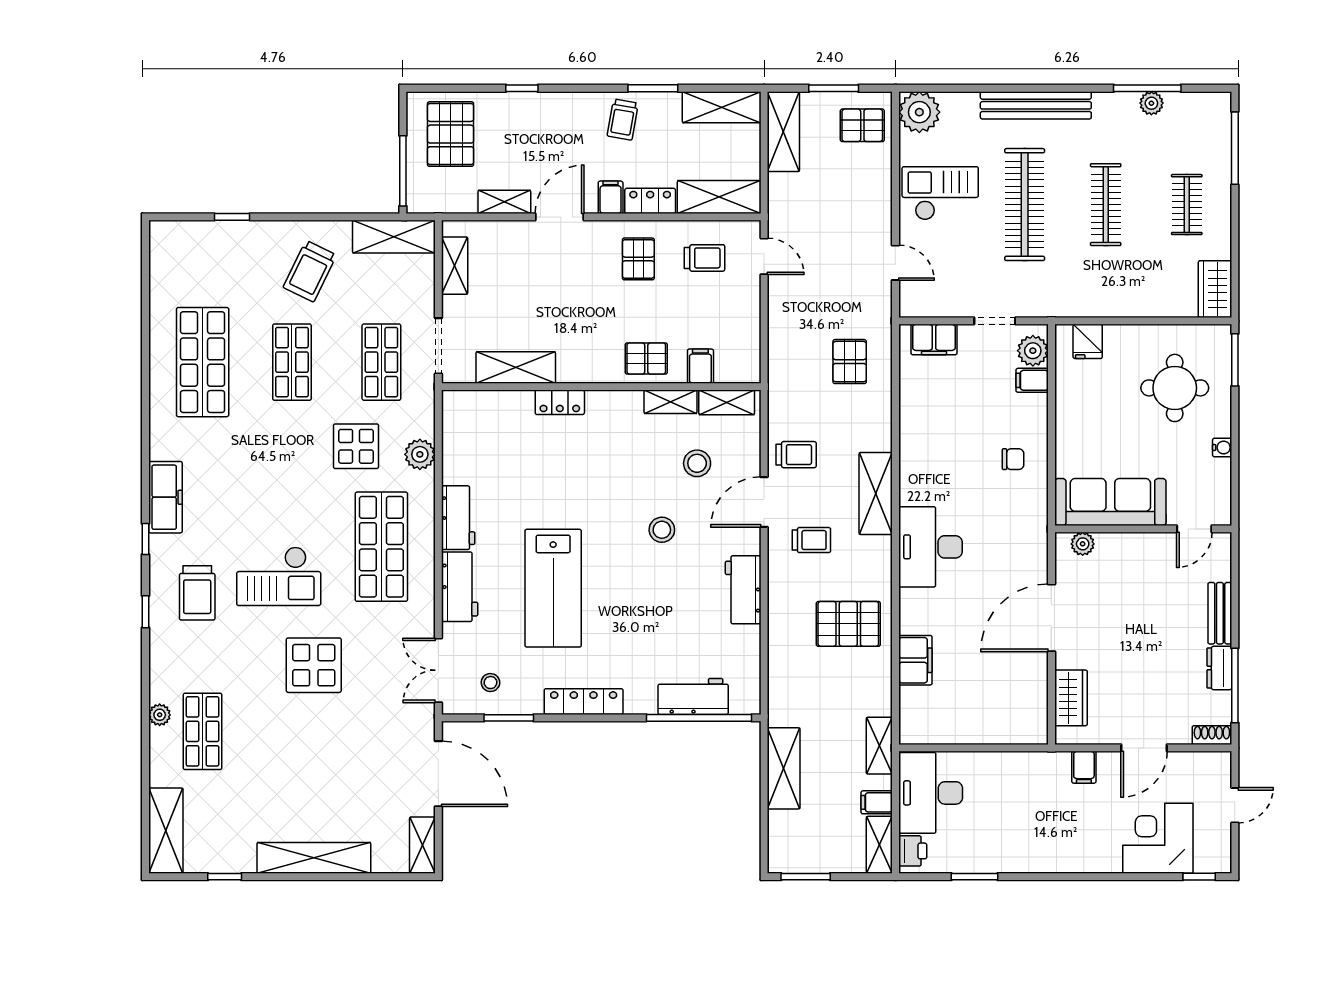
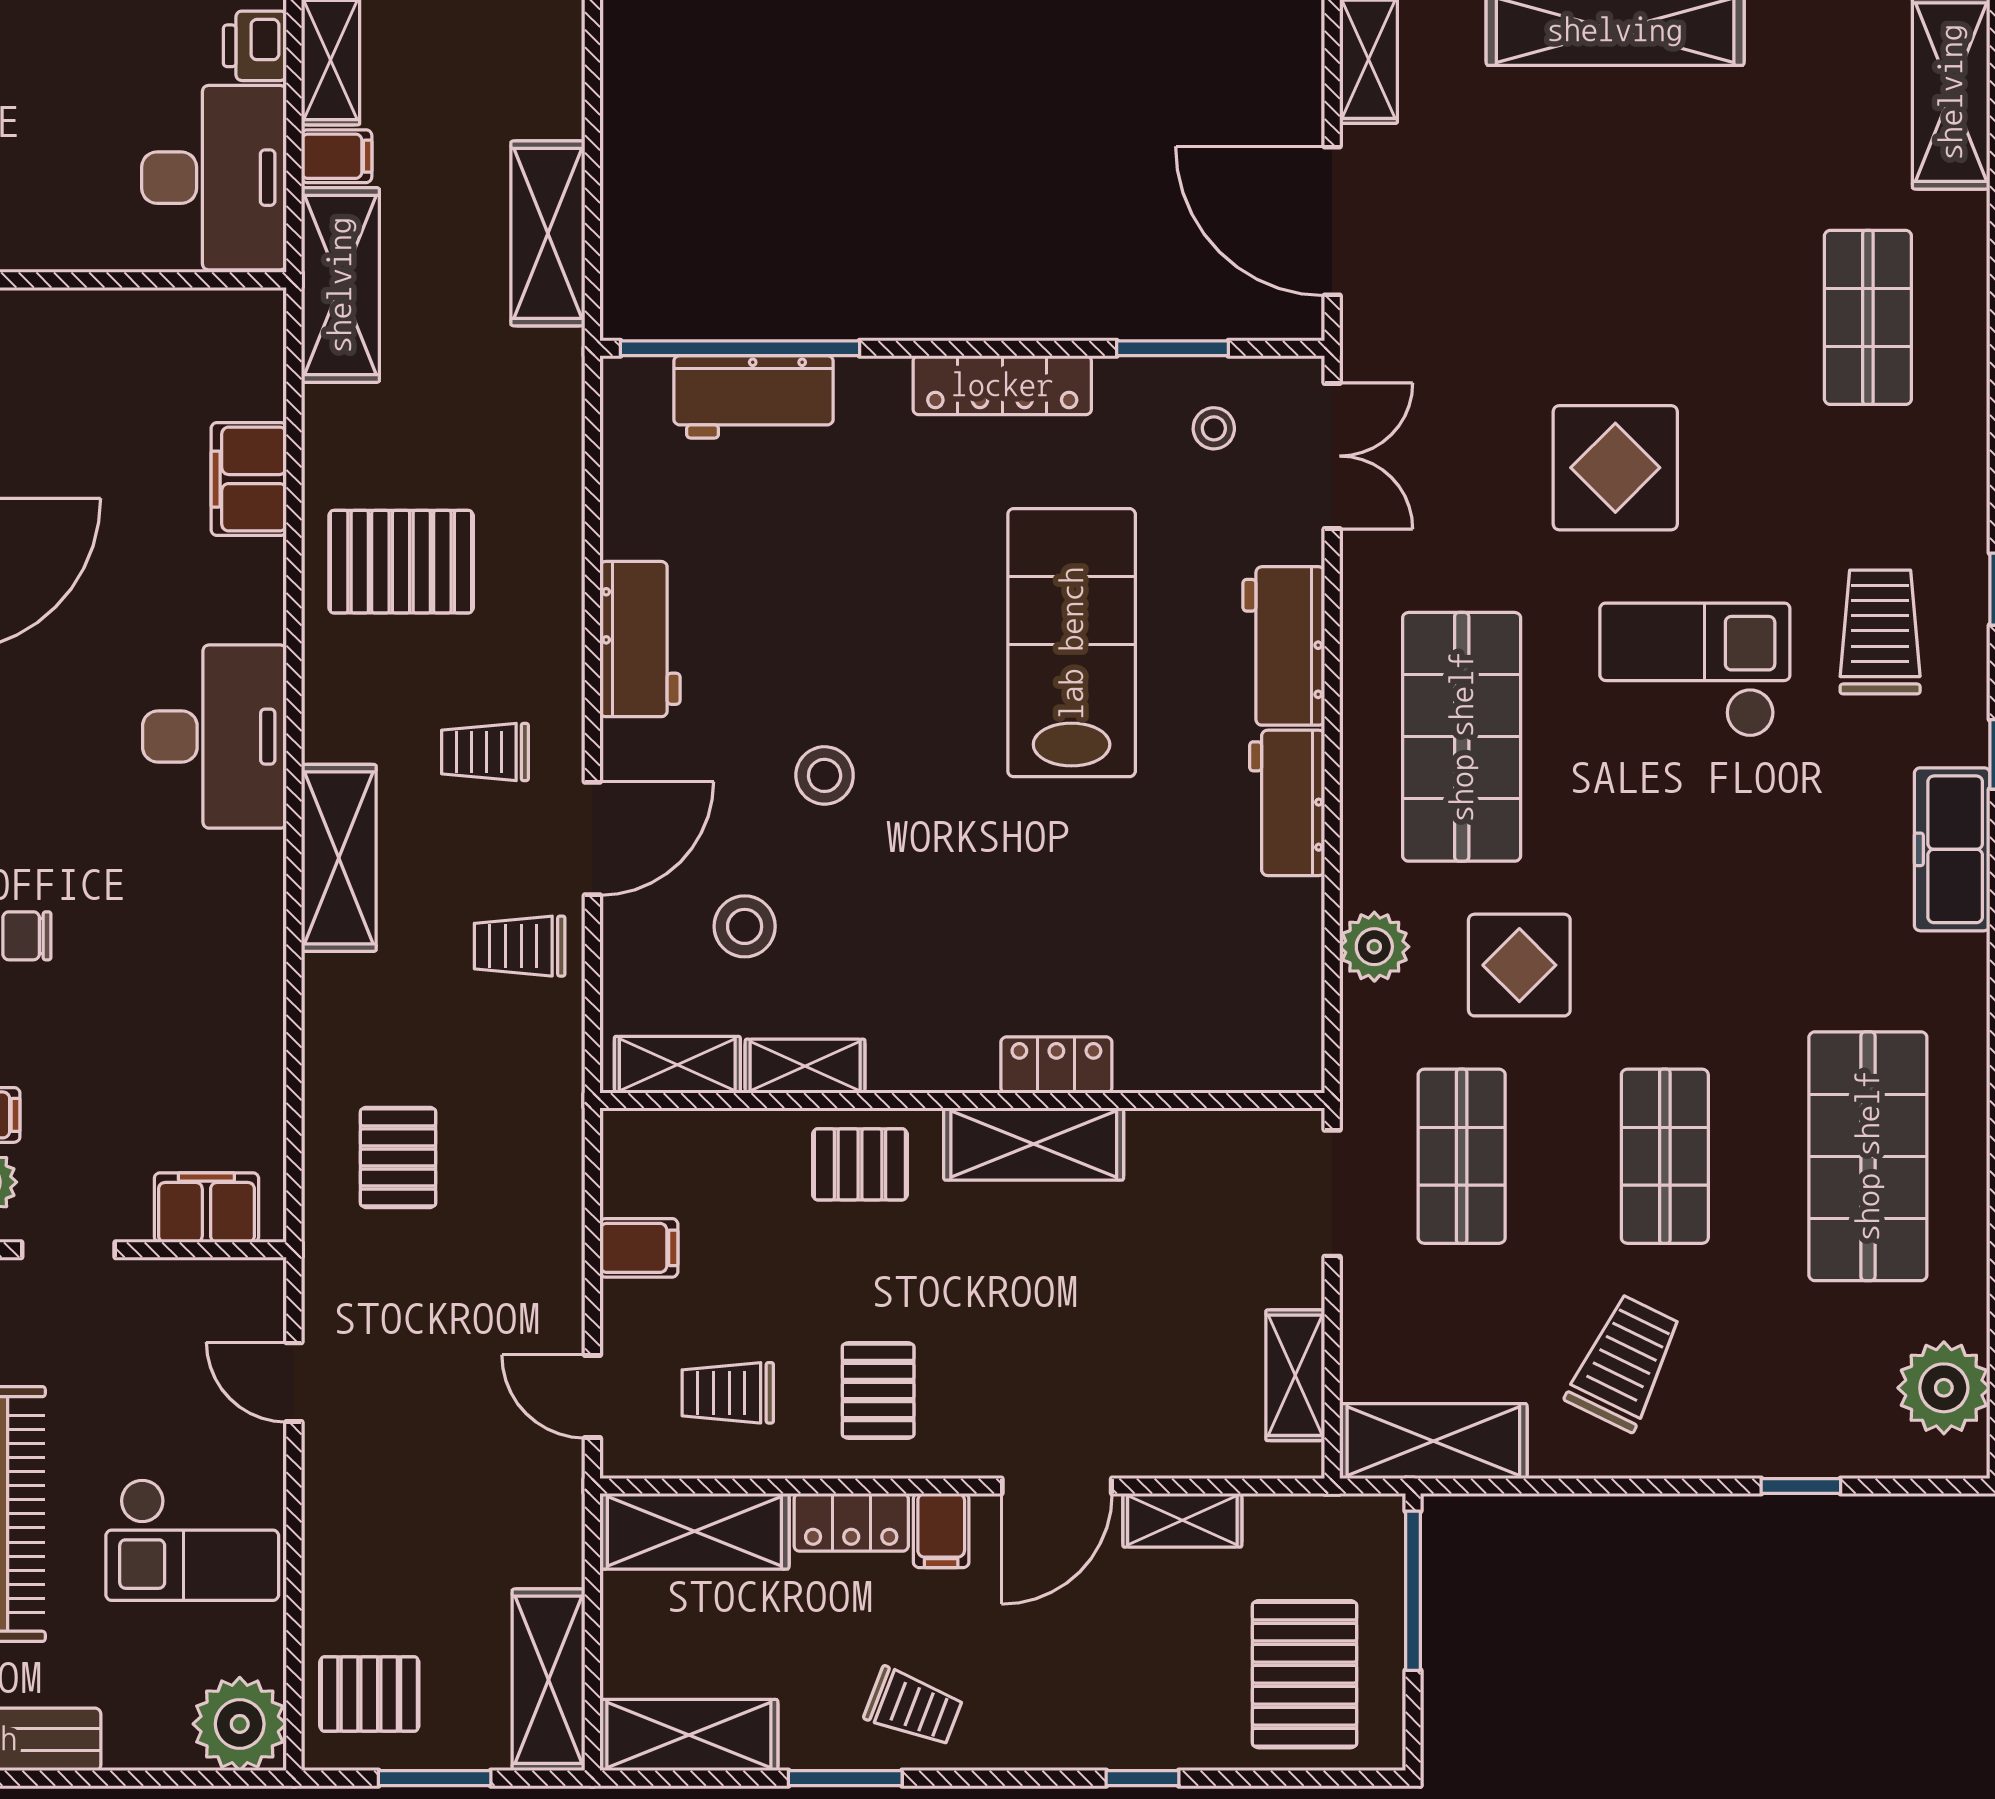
trolley: (623, 120) -> (913, 1707), turned 101
filing cabinet: (700, 366) -> (639, 1248), moved, turned -90
shelving: (516, 367) -> (1034, 1144), moved
plant: (160, 715) -> (1944, 1388), moved, width x1.88, depth x1.88
shelving: (879, 746) -> (340, 285), width x1.50, depth x1.33

